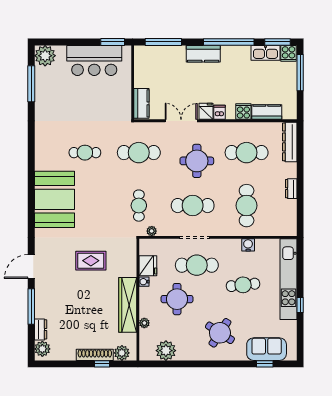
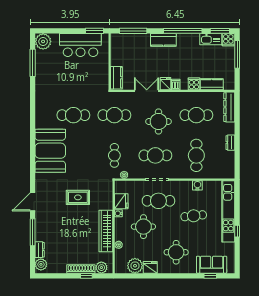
cafe table: (85, 153) -> (73, 115), width x1.37, depth x1.35
round table: (220, 333) -> (176, 252), turned -33
fridge: (186, 353) -> (150, 267), added

